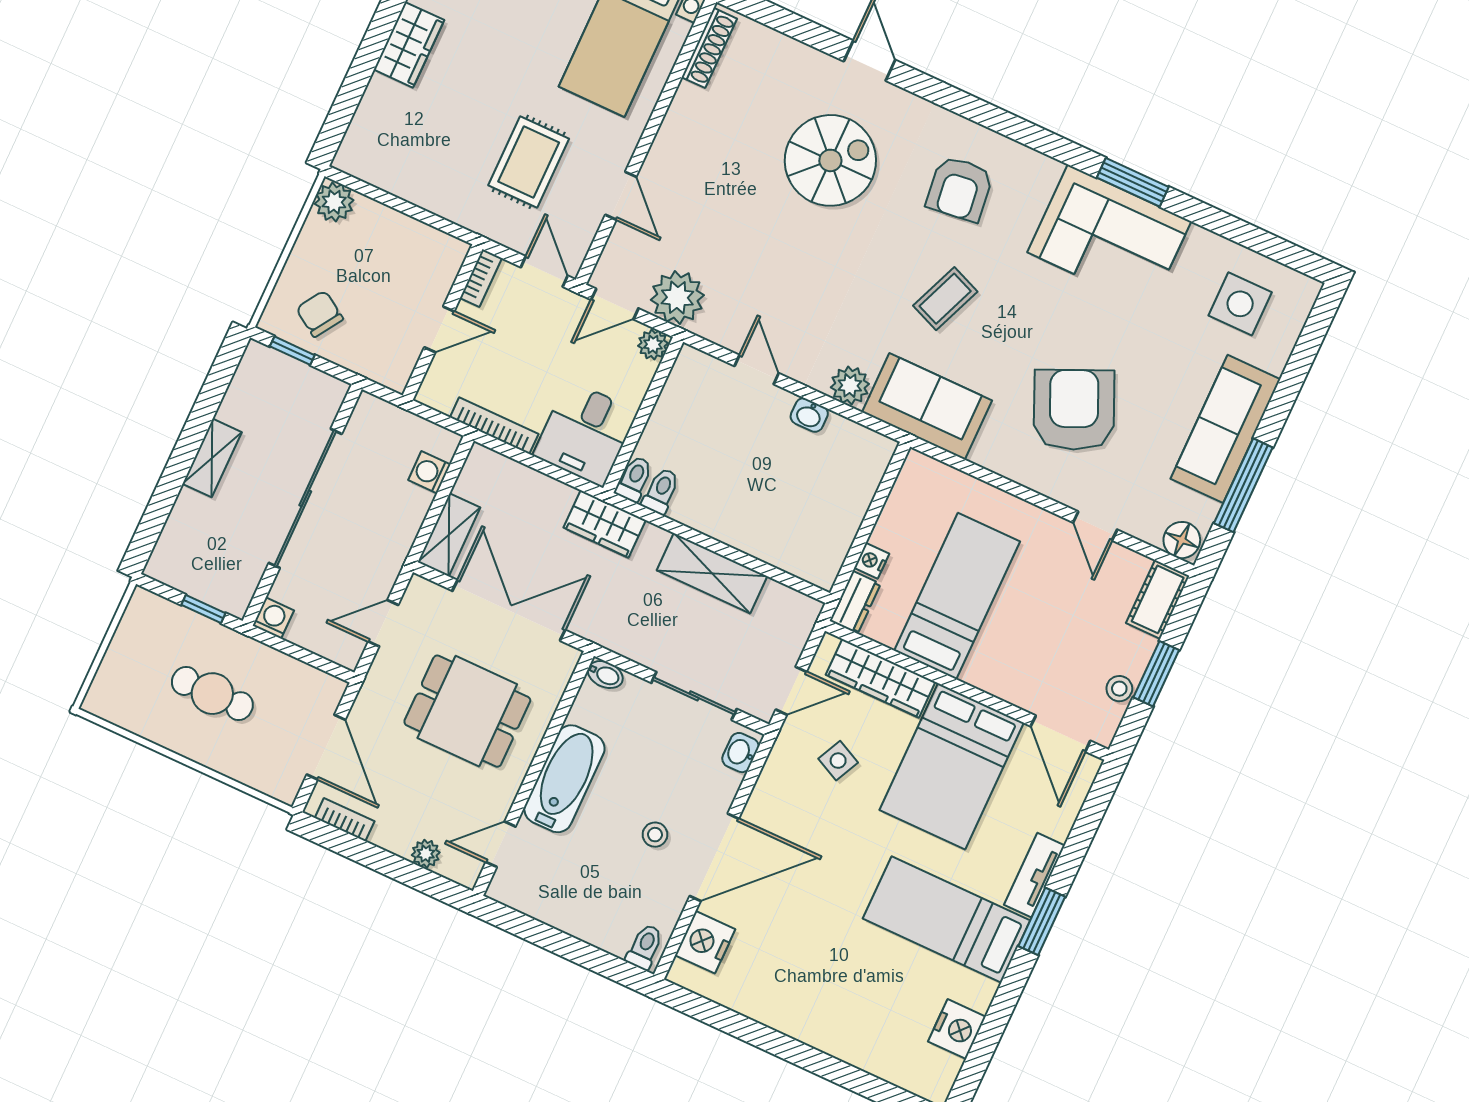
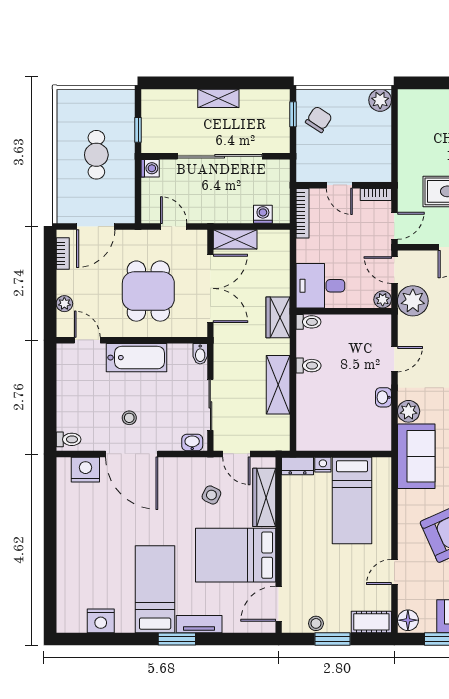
bookcase: (494, 426) -> (303, 213), moved
toilet: (661, 491) -> (309, 366), moved
bed: (957, 596) -> (352, 500), moved, turned 90

